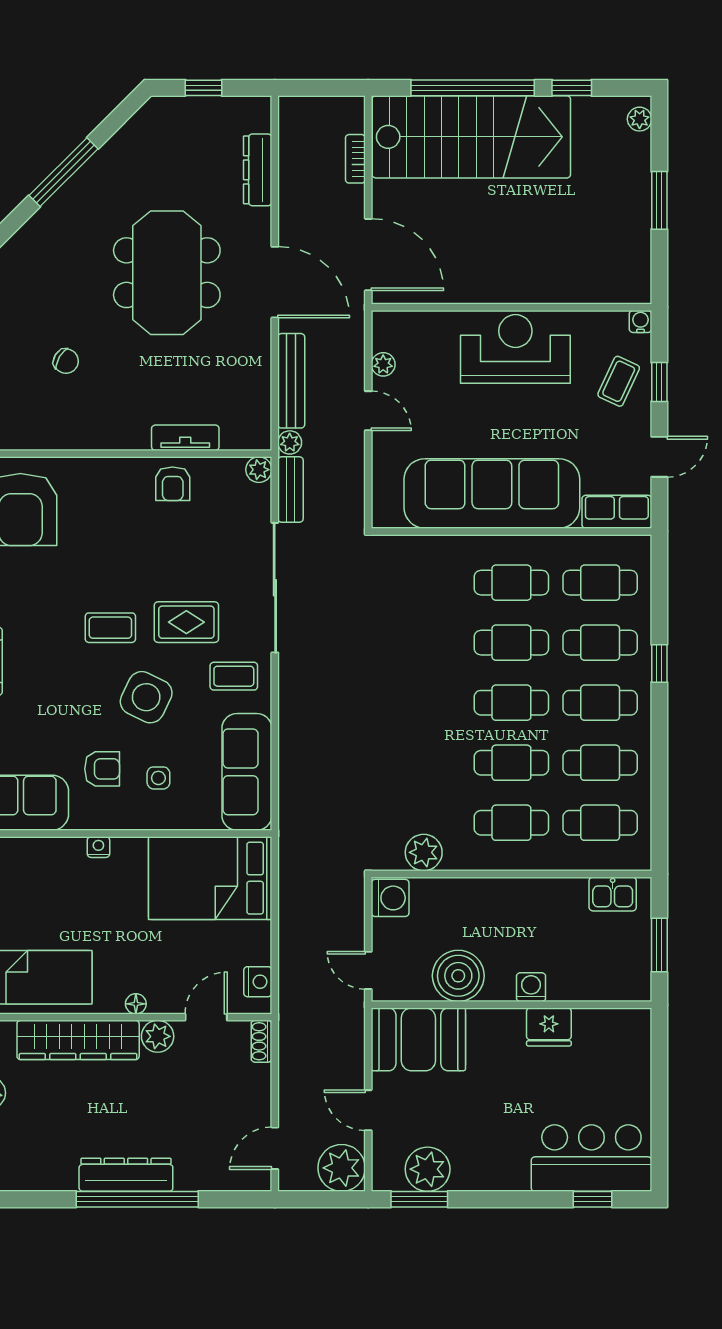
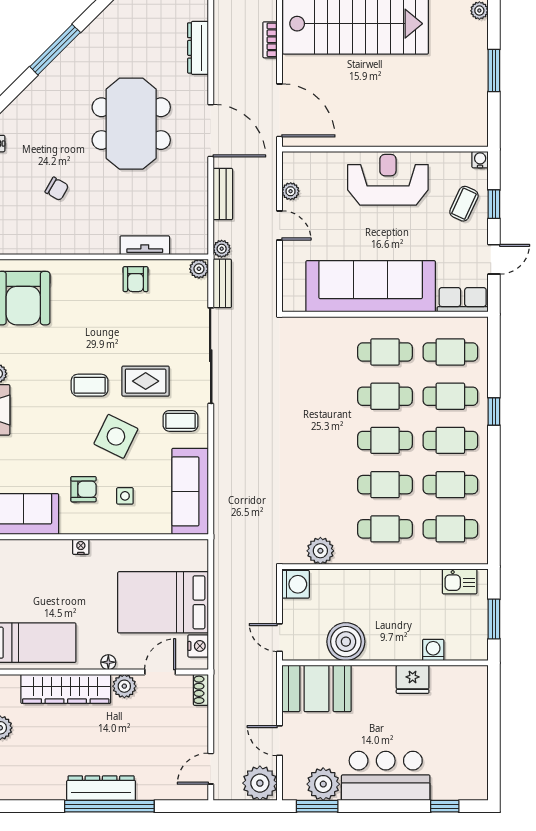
bench: (291, 381) -> (223, 194), width x0.73
bed: (210, 878) -> (163, 602), moved
washing machine: (531, 987) -> (433, 650), moved
bar counter: (591, 1158) -> (386, 776), moved

